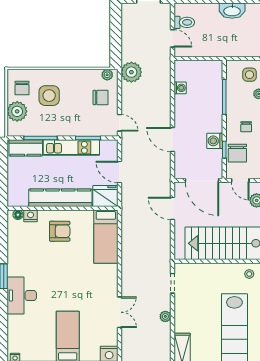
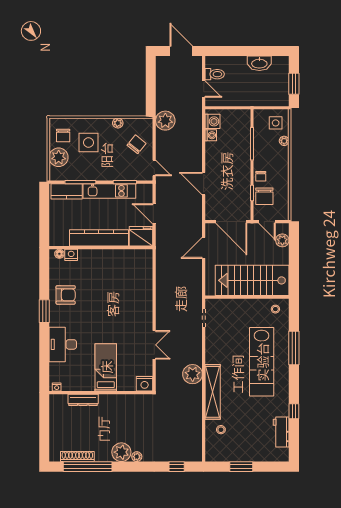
plant: (107, 75) -> (118, 123), moved
chair: (101, 98) -> (137, 144), turned -51
chair: (246, 127) -> (261, 176), moved
washing machine: (215, 141) -> (213, 121), moved, turned 180
door: (173, 208) -> (204, 248), hinge flipped
armchair: (60, 231) -> (66, 295), moved
bed: (106, 237) -> (141, 274), removed
desk: (22, 295) -> (63, 344), moved
plant: (165, 316) -> (193, 374), moved, width x1.88, depth x1.88

